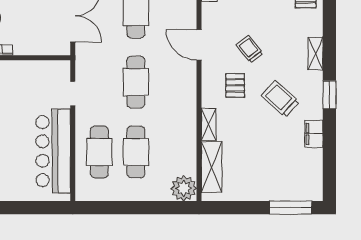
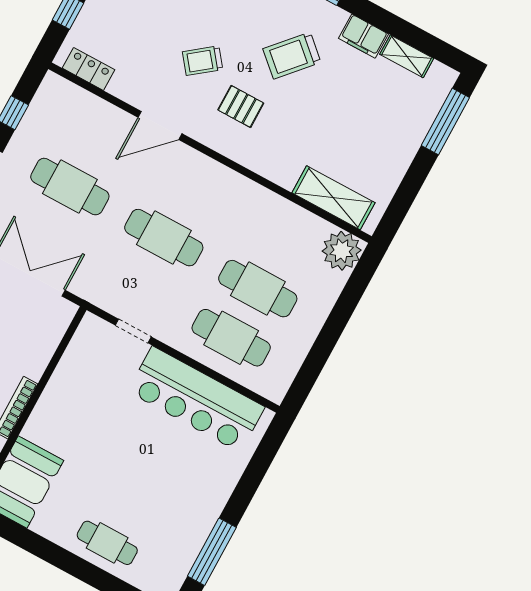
shelving: (209, 124) -> (407, 56), moved

